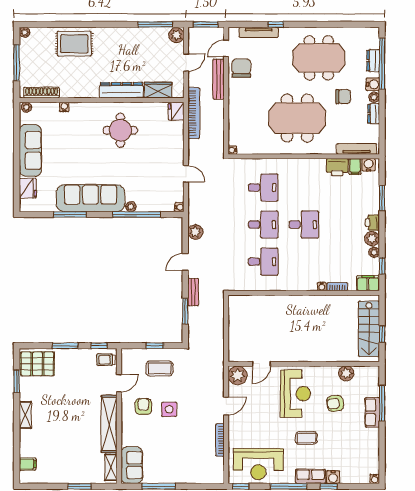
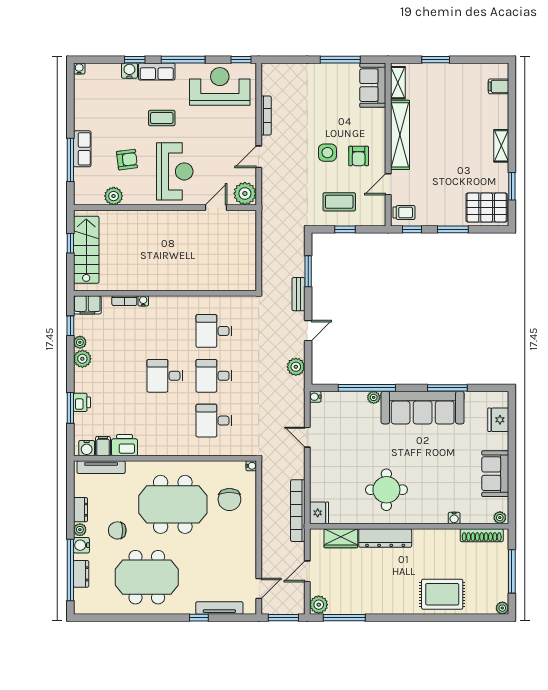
chair: (241, 68) -> (229, 499), moved
bench: (218, 79) -> (268, 551), removed
sofa: (30, 150) -> (495, 474), width x0.73
printer: (372, 223) -> (82, 402), moved
reception desk: (296, 394) -> (175, 171), turned 180

